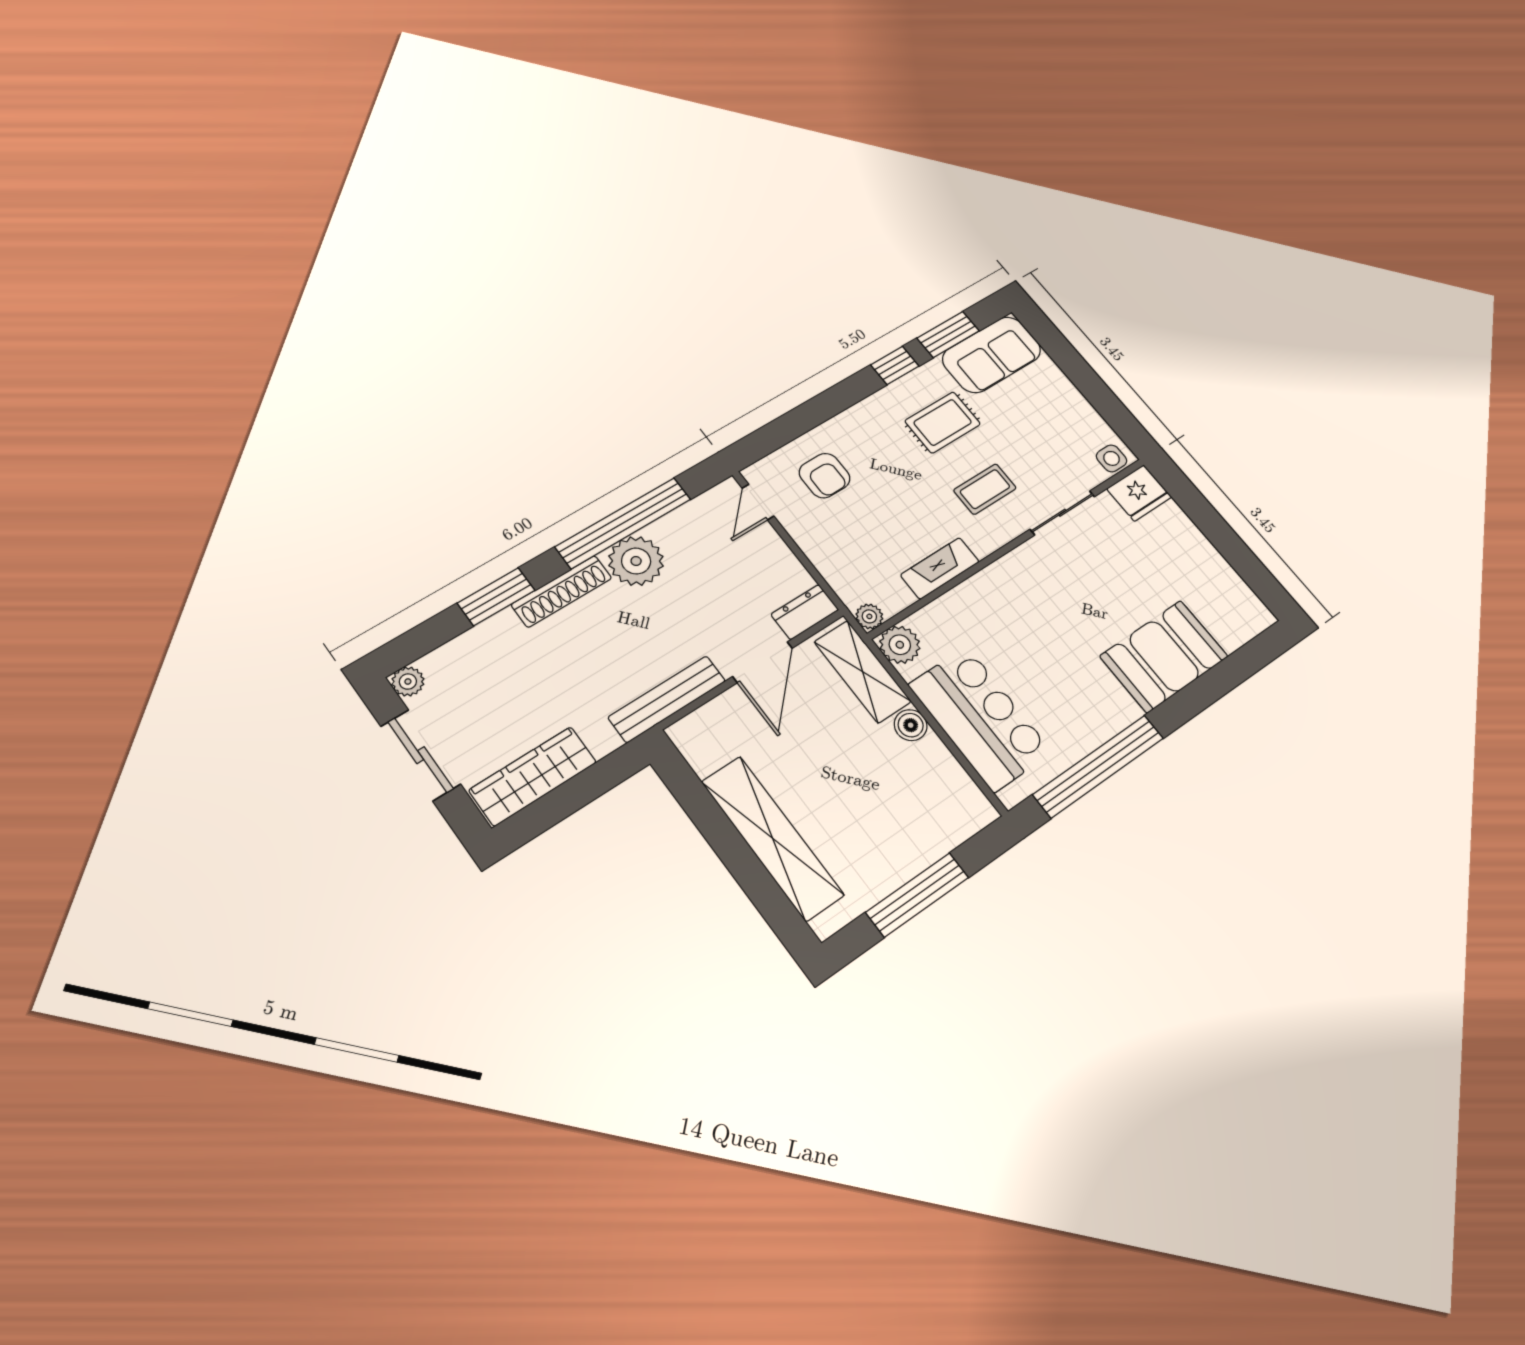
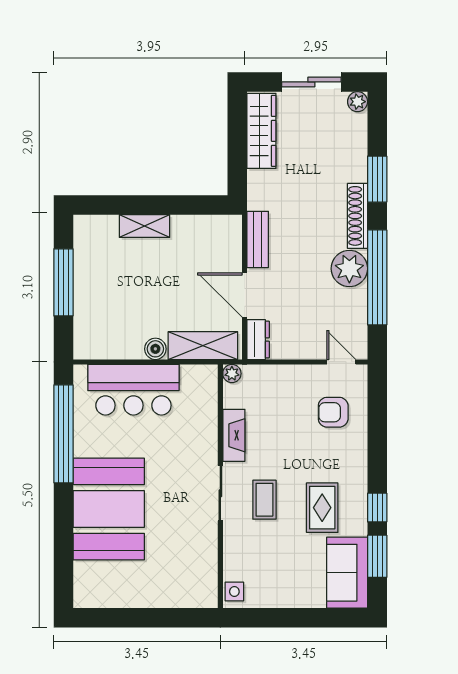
fridge: (1139, 493) -> (203, 590), removed
sliding door: (1062, 513) -> (220, 493), moved
plant: (900, 645) -> (204, 378), removed
booth: (1164, 656) -> (109, 509), width x1.36, depth x1.42
bench: (667, 699) -> (258, 239), width x0.73
shelving: (772, 838) -> (145, 226), width x0.45, depth x0.75

